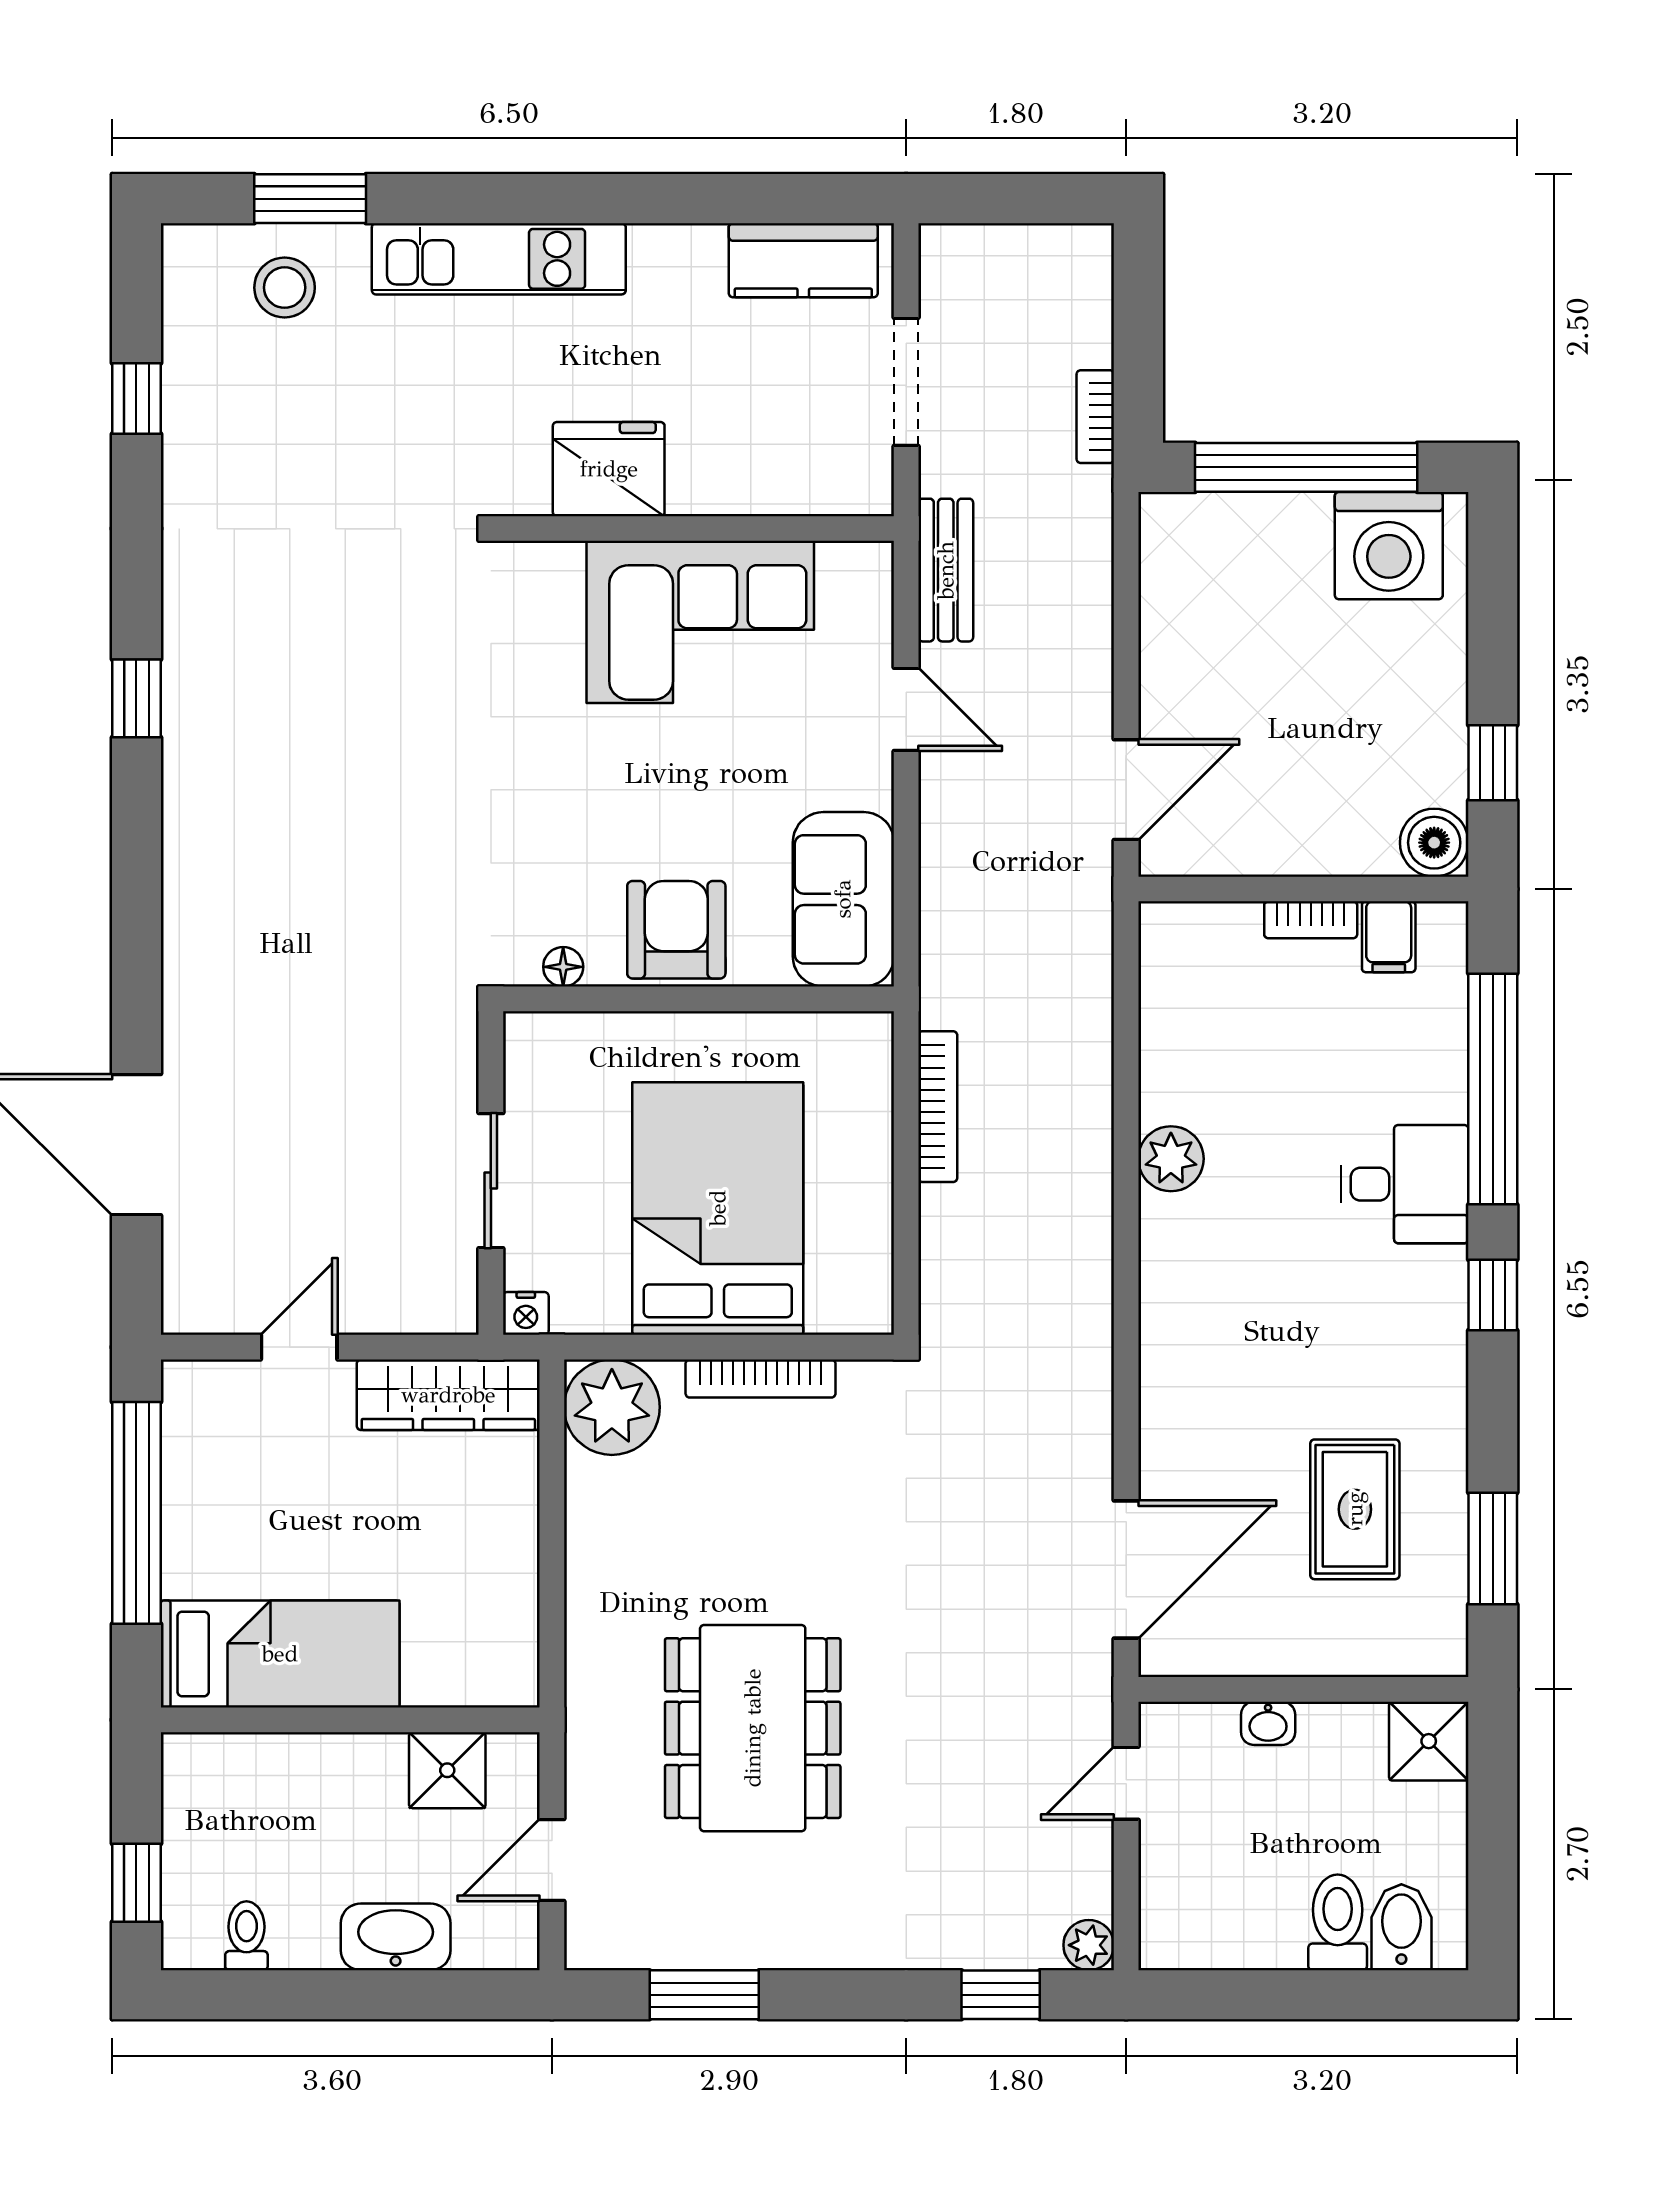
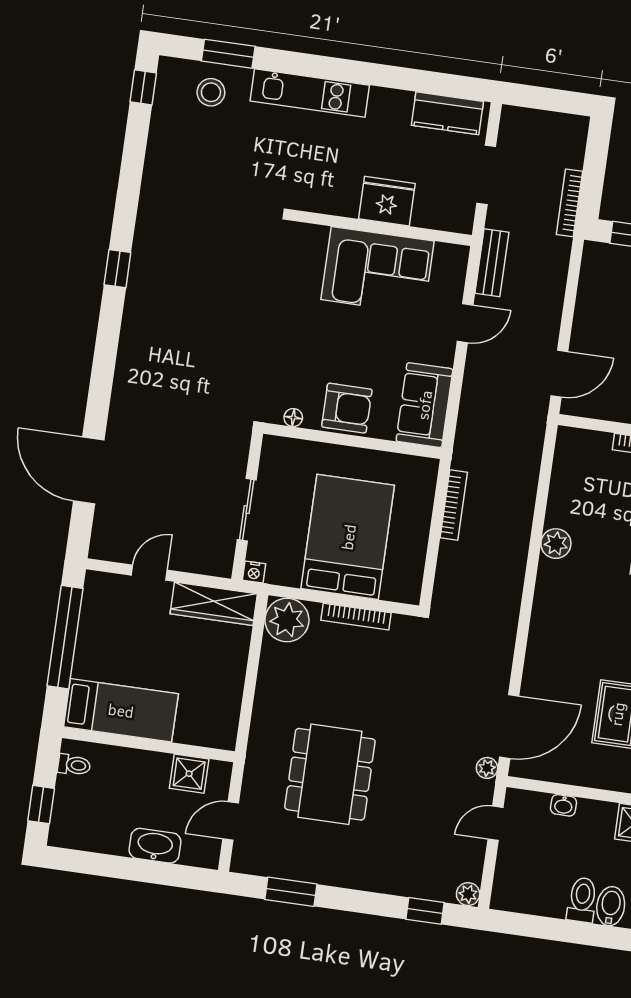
window: (136, 399) -> (143, 87), moved
bookcase: (1095, 417) -> (569, 203), width x1.56
fridge: (609, 469) -> (387, 201), moved
door: (906, 709) -> (465, 323), hinge flipped
armchair: (676, 930) -> (347, 408), turned 90
plant: (1091, 1666) -> (487, 768), added
toilet: (246, 1936) -> (74, 765), moved, turned 90

